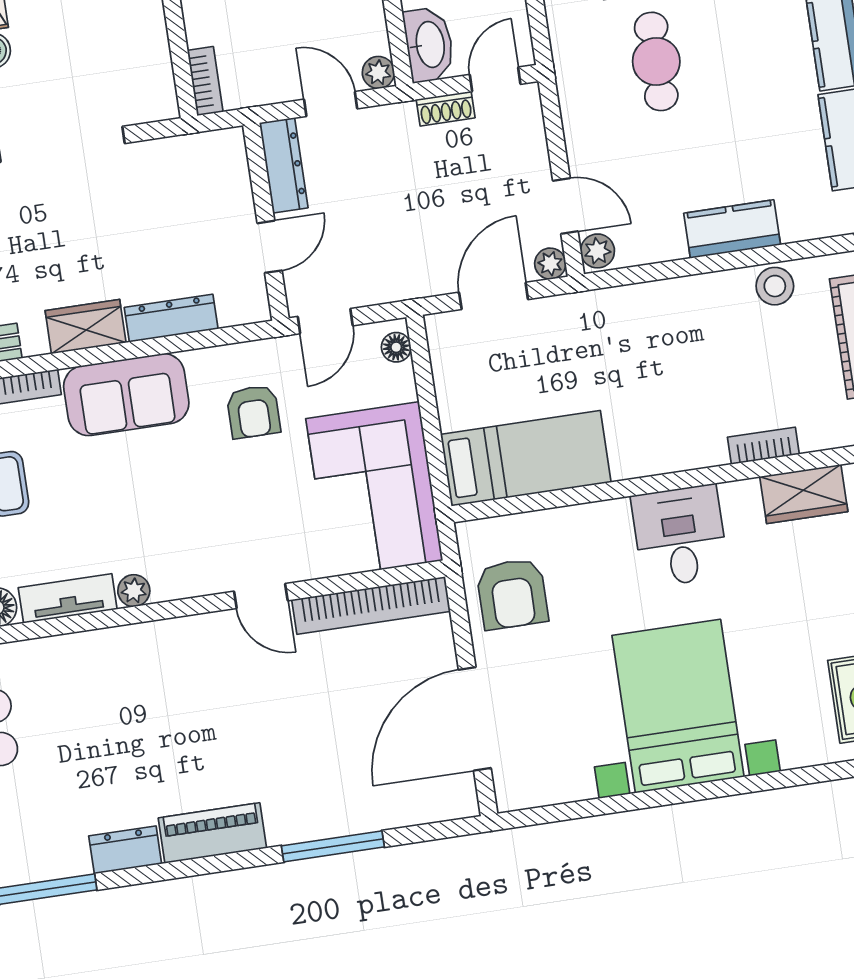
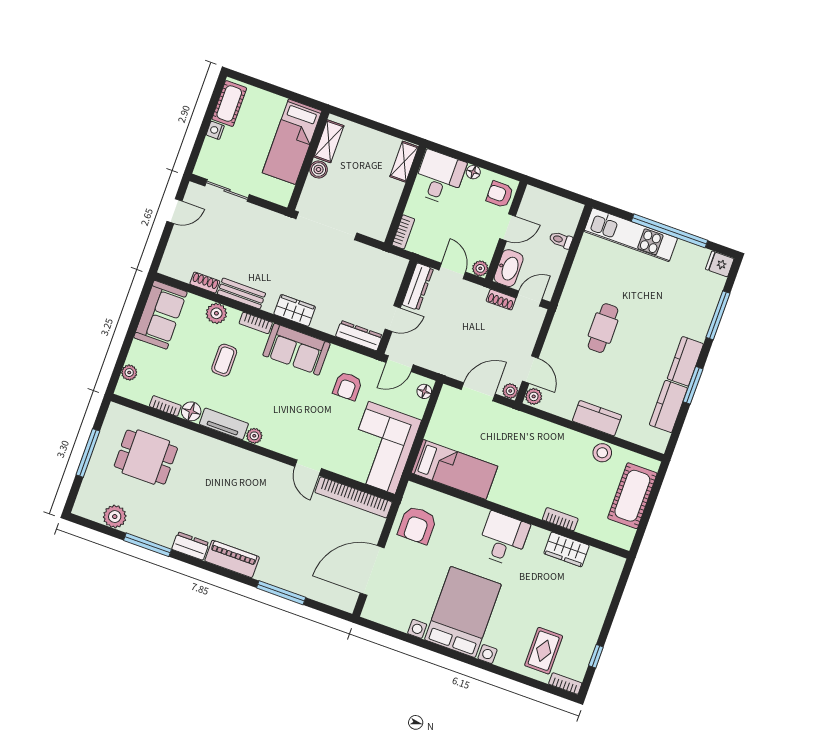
dresser: (171, 318) -> (359, 336), moved

